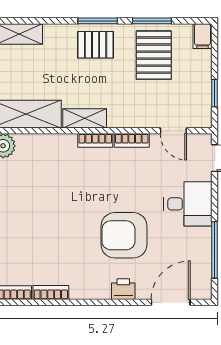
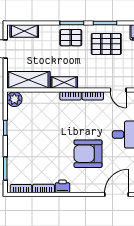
pallet: (154, 55) -> (106, 44), turned 90
printer: (123, 289) -> (62, 186), moved

